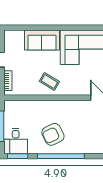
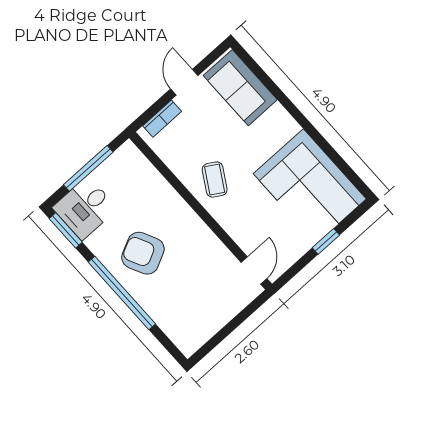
sofa: (42, 40) -> (240, 88), moved

